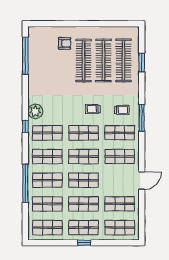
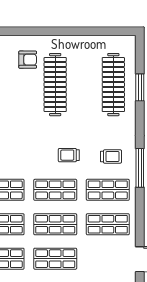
clothes rail: (103, 60) -> (84, 85), removed

